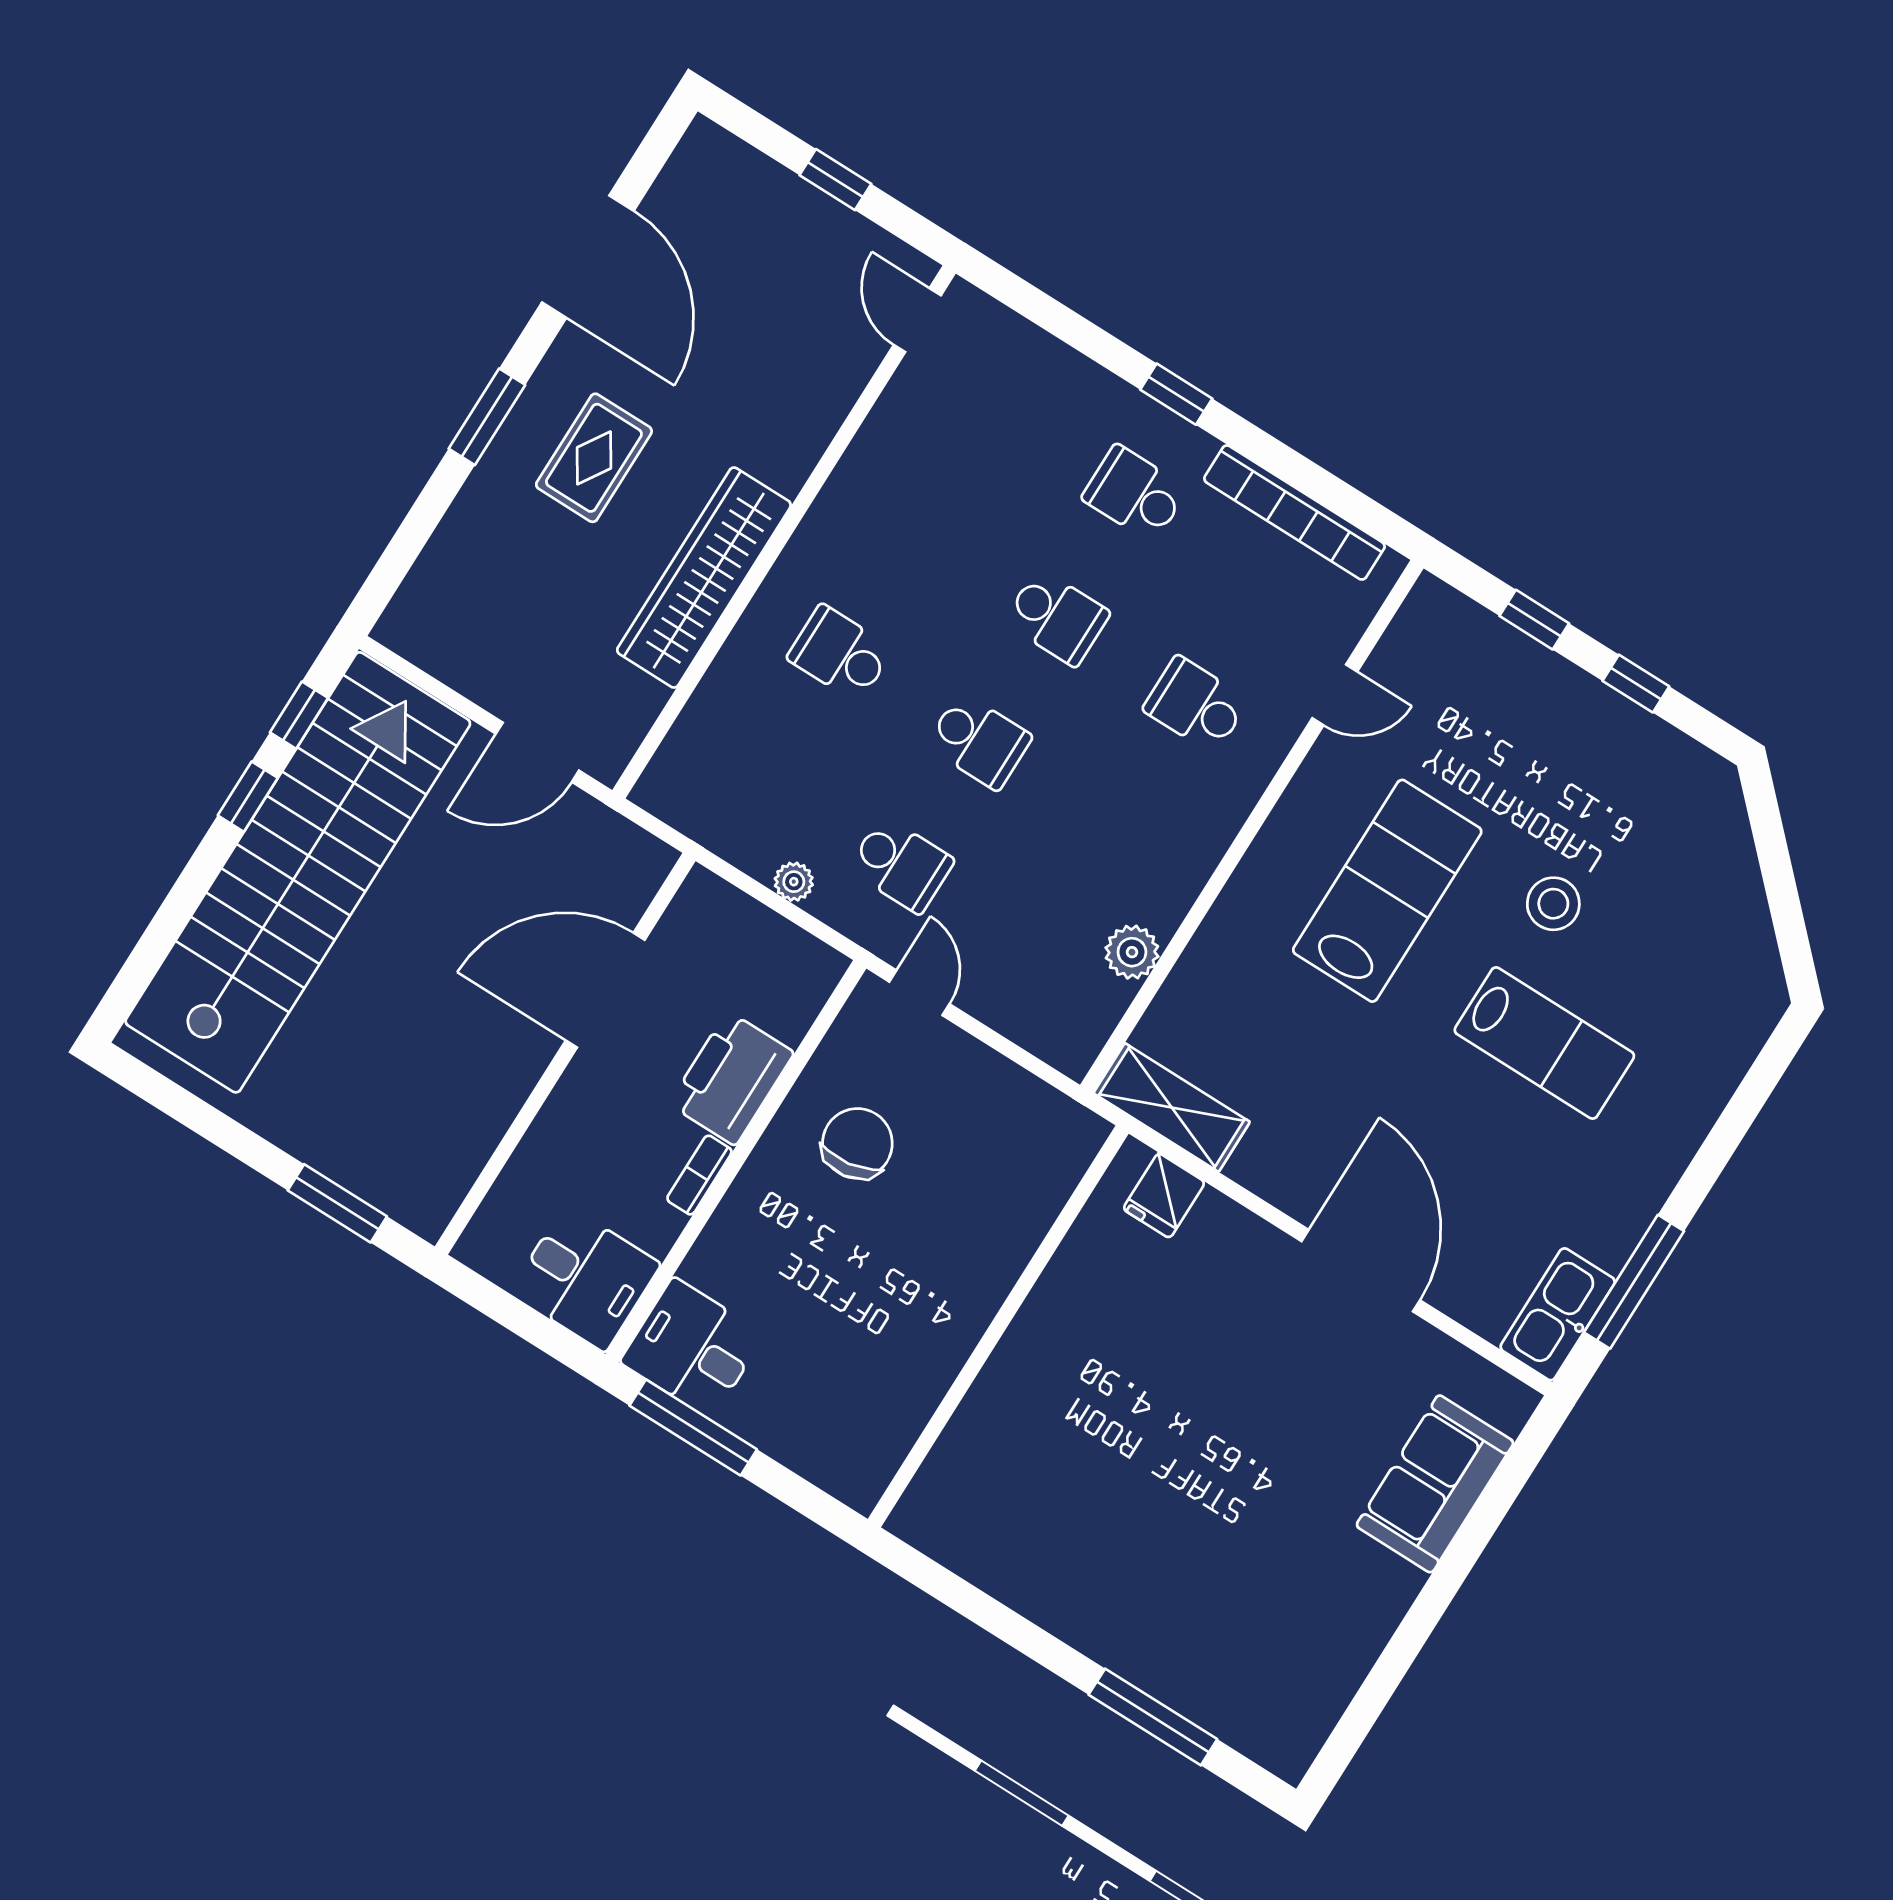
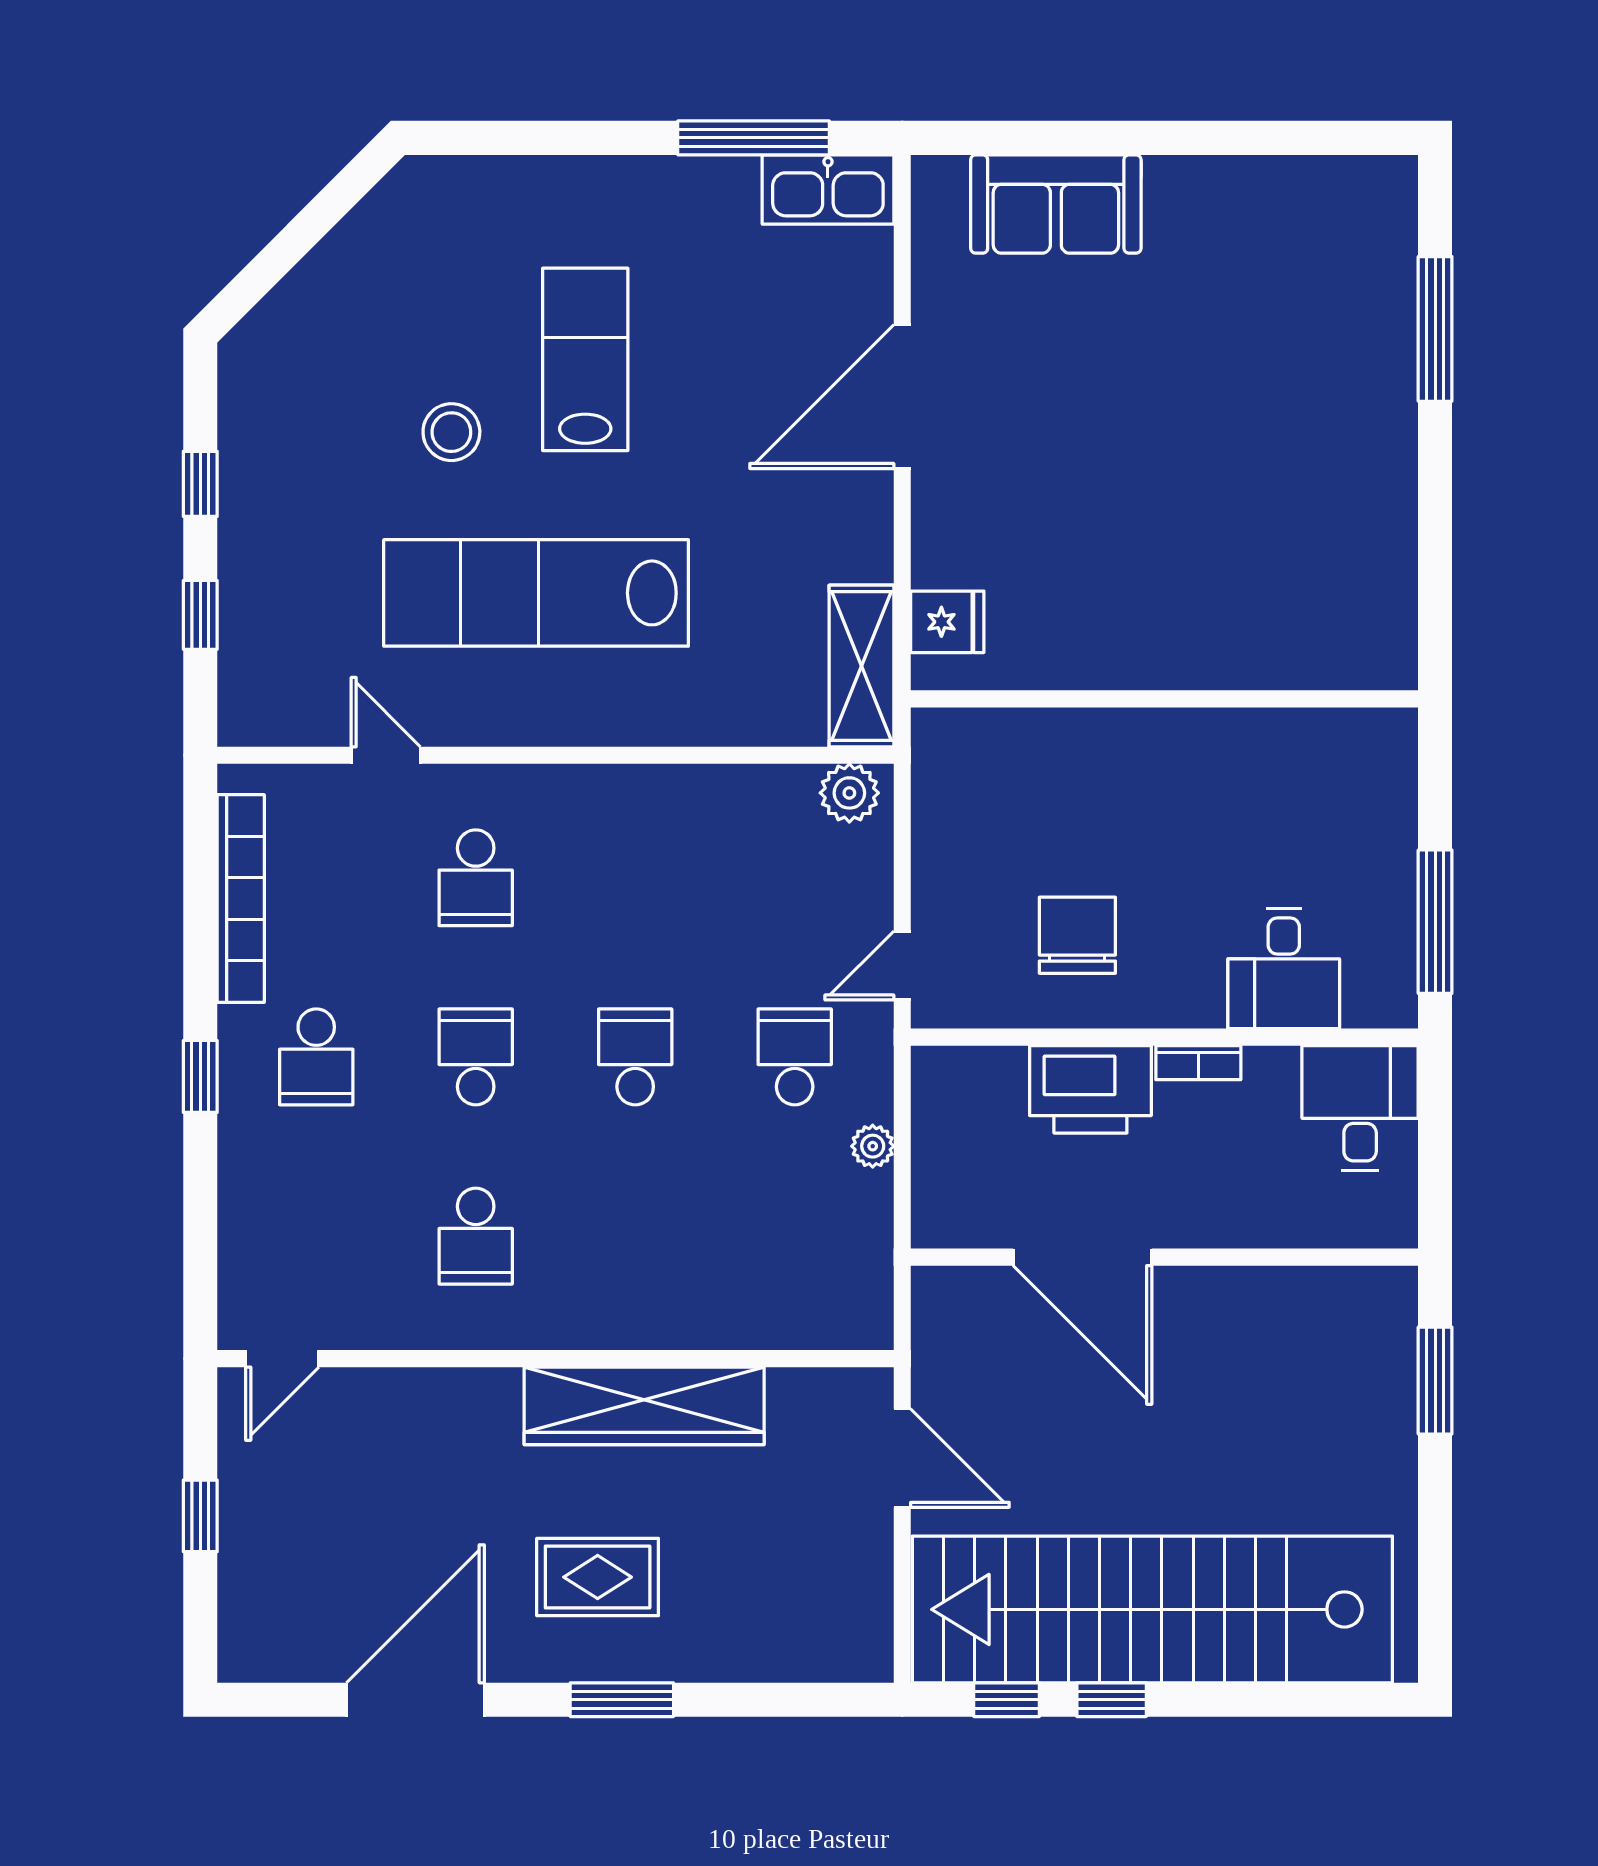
school desk: (840, 654) -> (476, 1236), moved
lab bench: (1387, 891) -> (536, 593), width x1.36
plant: (1132, 952) -> (849, 793), moved
chair: (857, 1143) -> (1077, 935), turned 99
desk: (692, 1348) -> (1284, 969), moved

